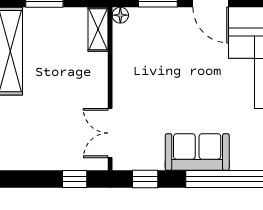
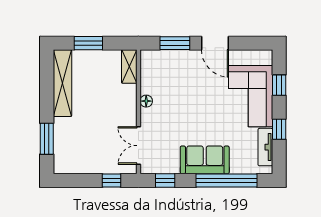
floor lamp: (120, 15) -> (146, 101), moved

